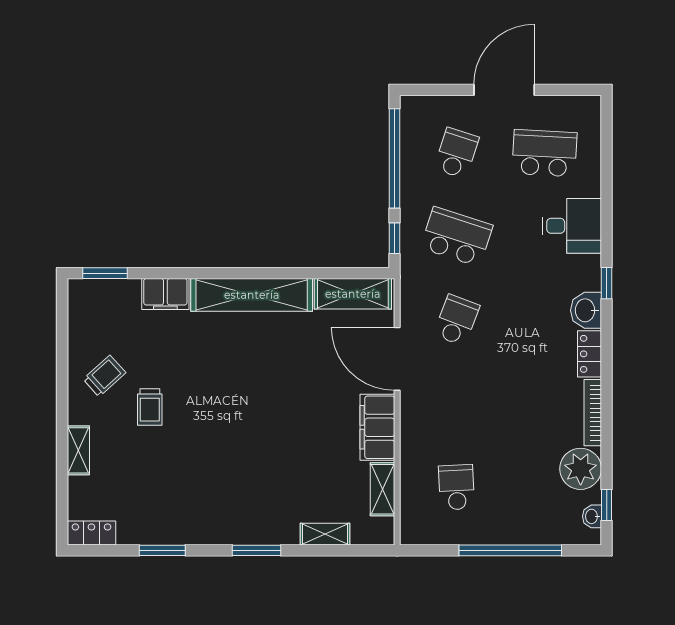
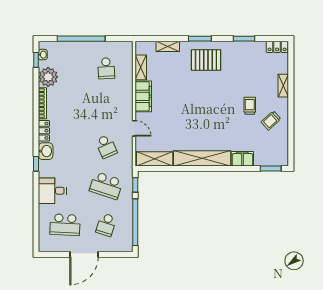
school desk: (457, 320) -> (106, 146), turned -45
door: (397, 359) -> (134, 128), width x0.53
pallet: (243, 505) -> (206, 60), added

